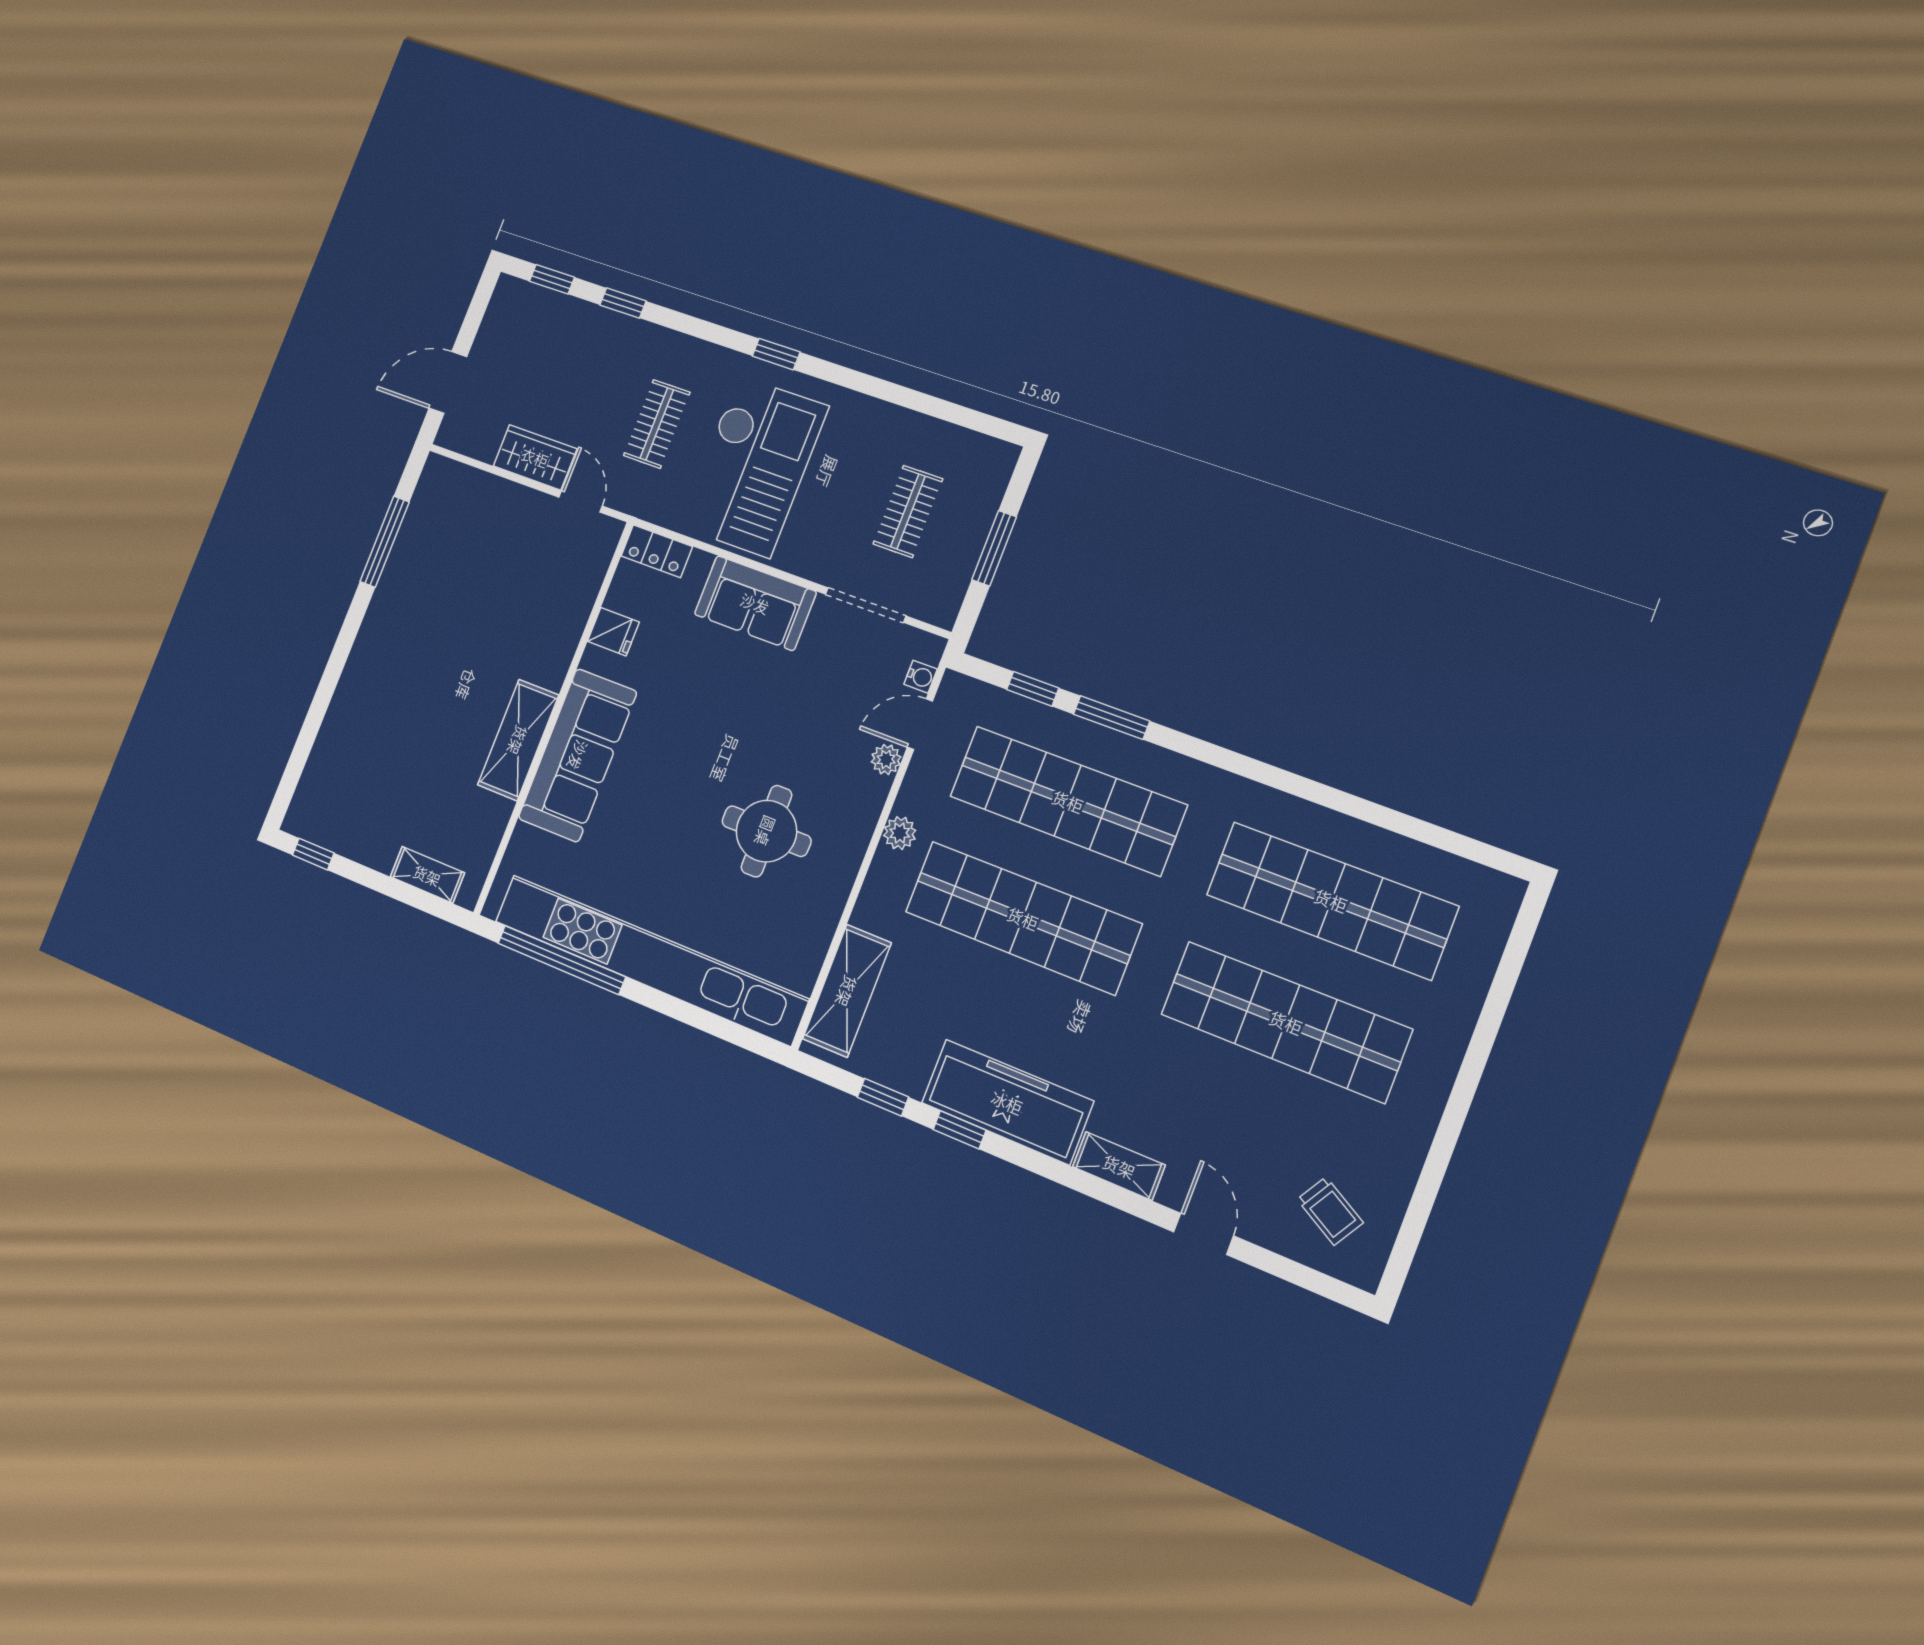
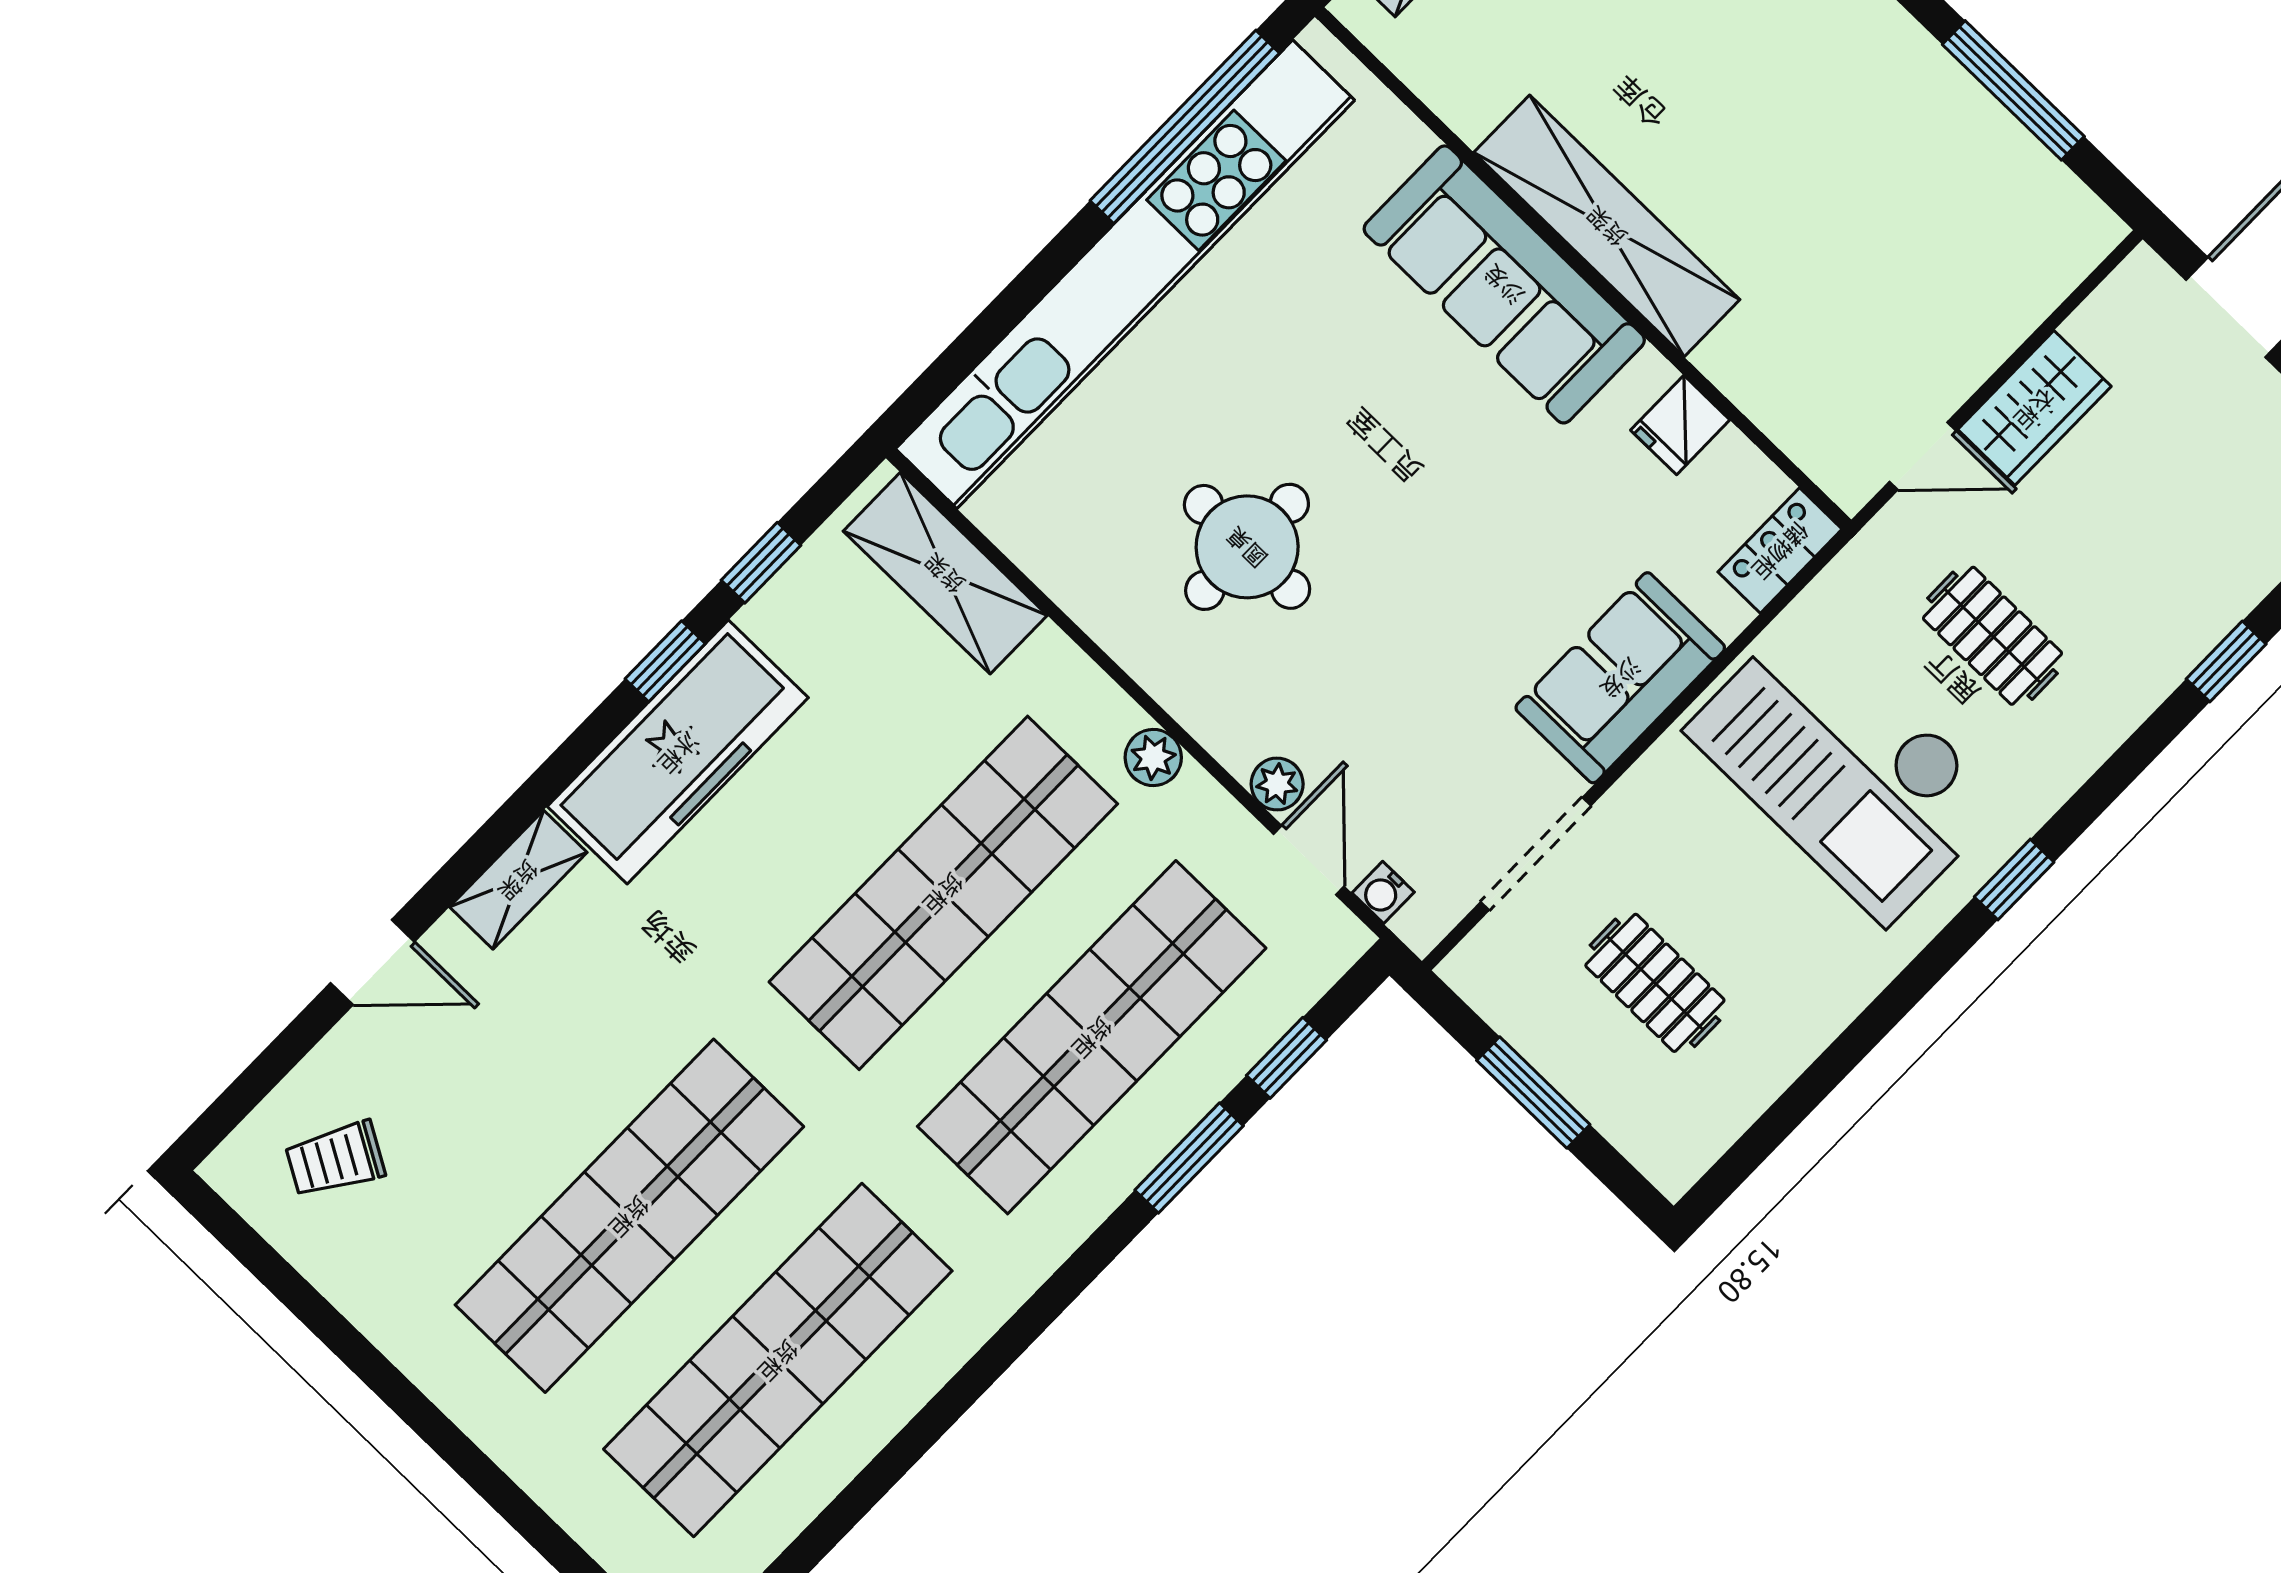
shelving: (518, 740) -> (1607, 226), width x1.47

